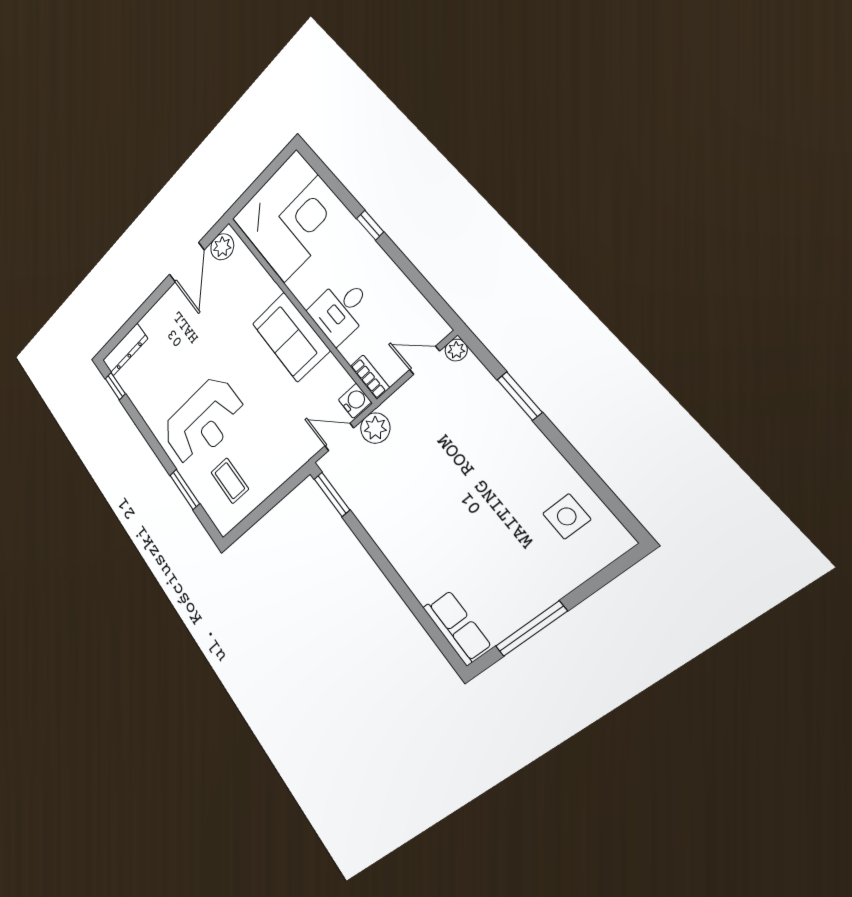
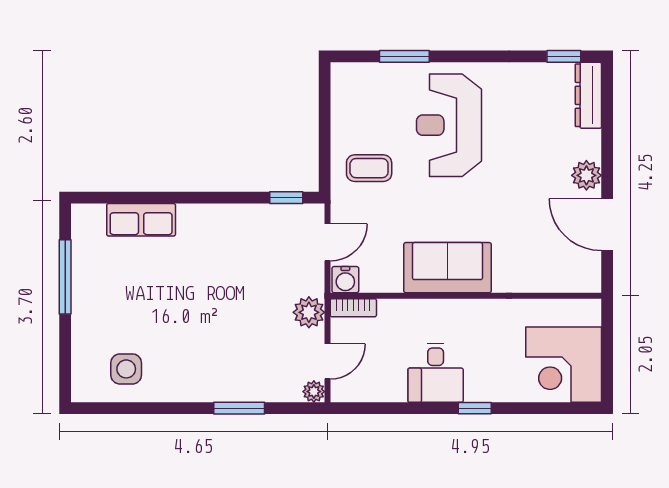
corner desk: (290, 216) -> (564, 365), width x0.74, depth x0.74
plant: (222, 247) -> (586, 175), moved
desk: (341, 310) -> (436, 373), moved, turned 180
plant: (375, 428) -> (309, 312), moved
coffee table: (230, 481) -> (369, 168), moved
window: (332, 494) -> (286, 198), width x0.67
row of seats: (457, 627) -> (141, 220), moved

